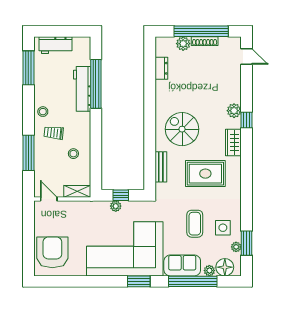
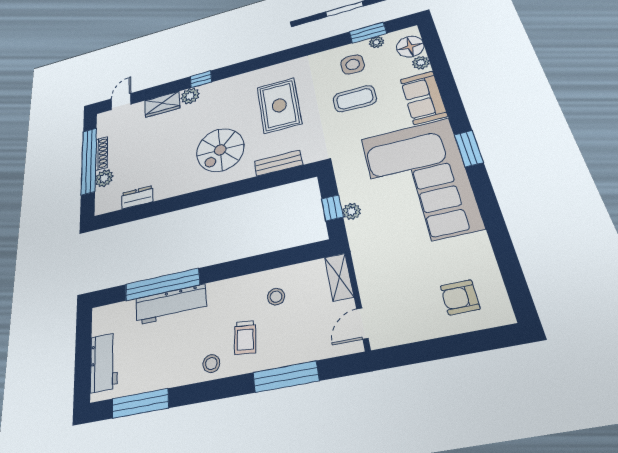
wardrobe: (233, 142) -> (162, 104), moved
armchair: (52, 252) -> (460, 297), width x0.53, depth x0.53
window: (193, 281) -> (444, 78), removed

